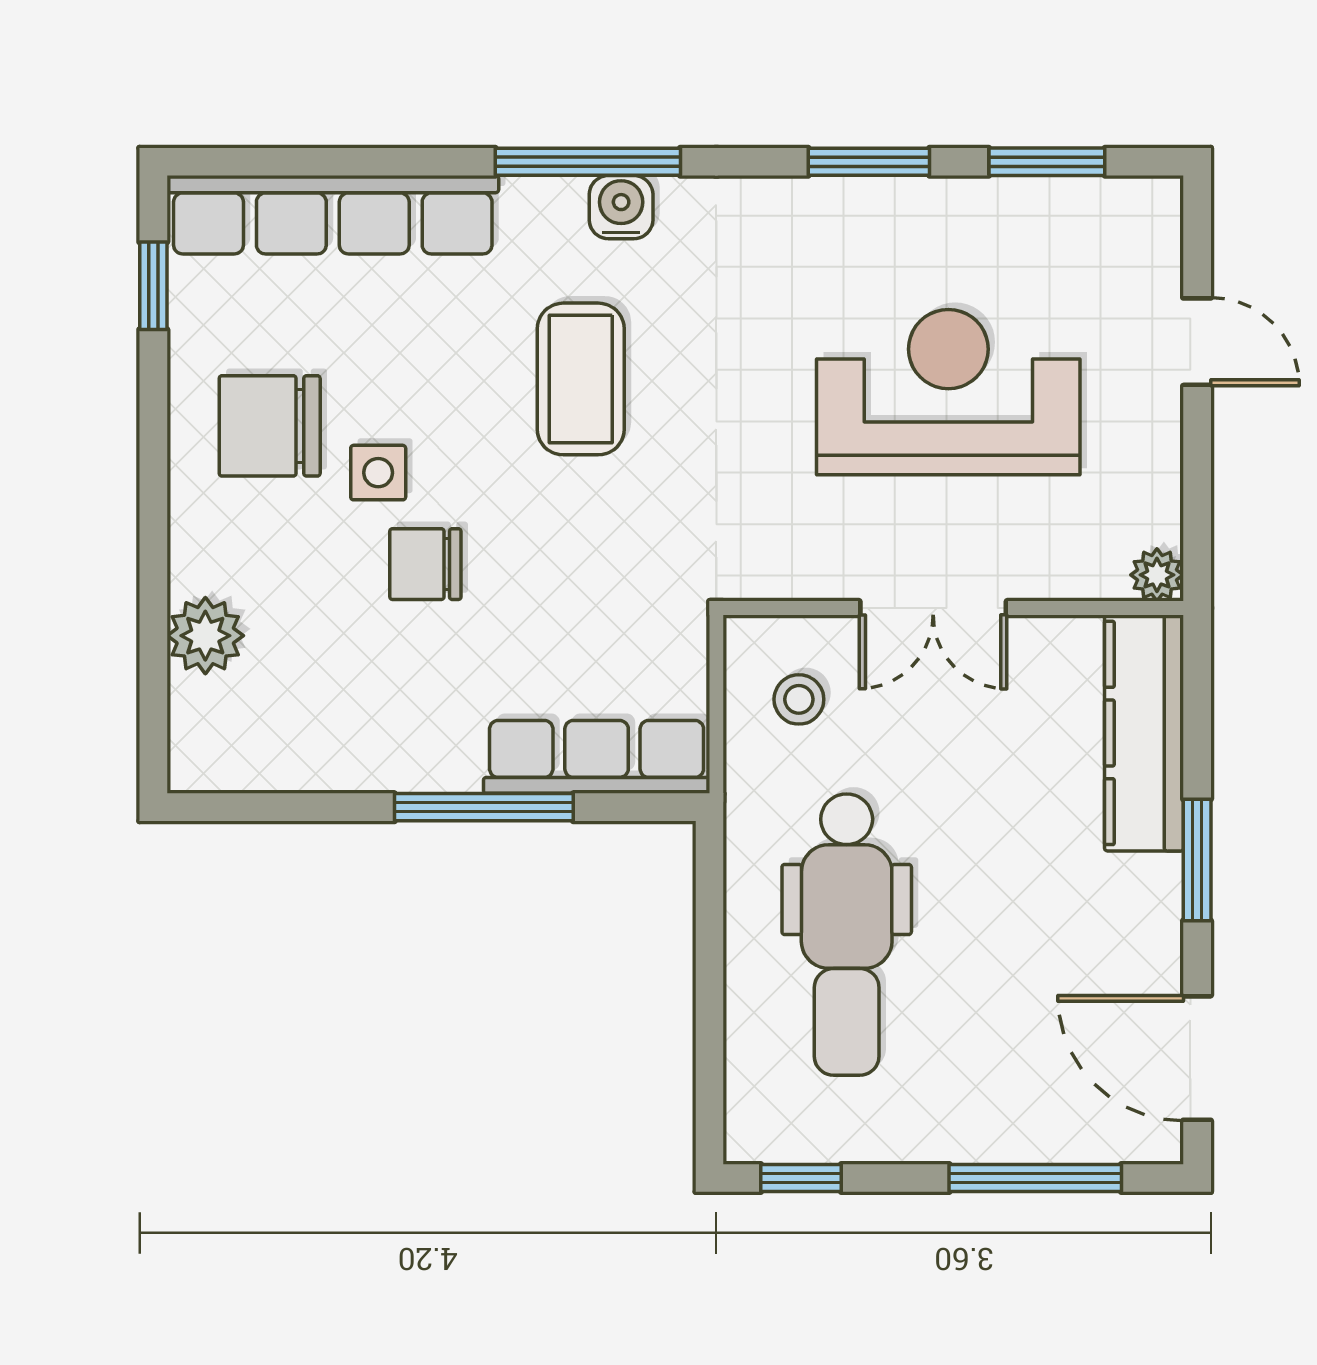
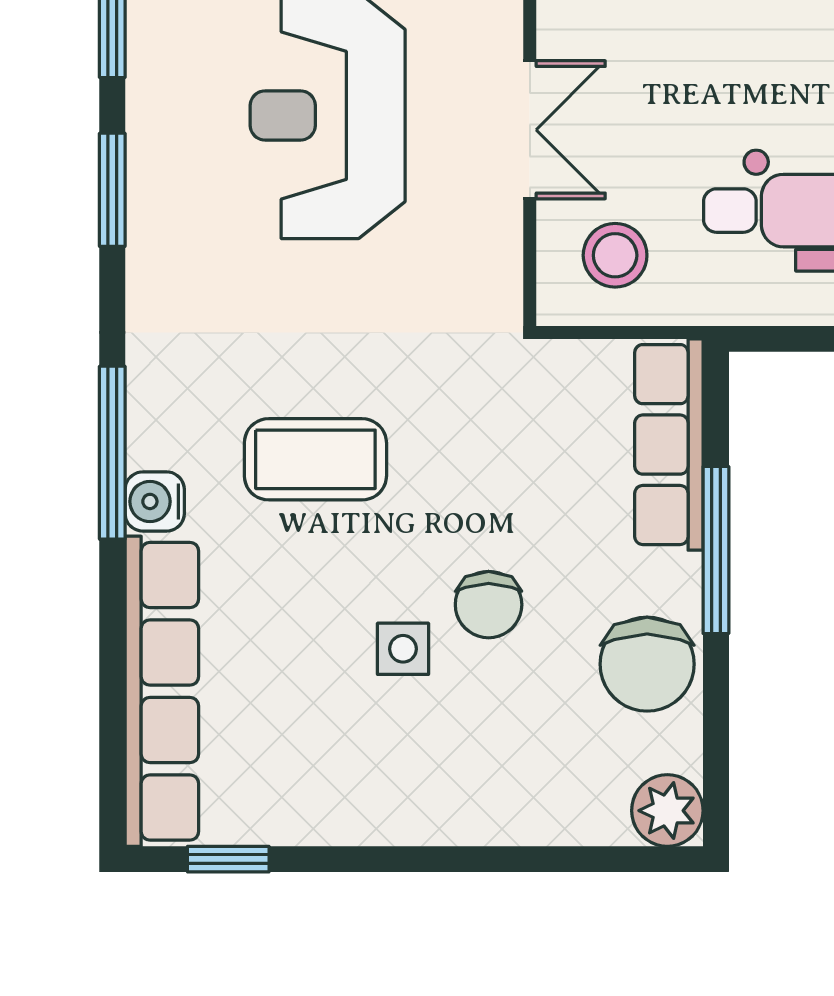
water cooler: (621, 207) -> (155, 501), moved
chair: (270, 426) -> (647, 664), moved
plant: (205, 636) -> (667, 811), moved
stool: (799, 699) -> (615, 255), width x1.37, depth x1.37

